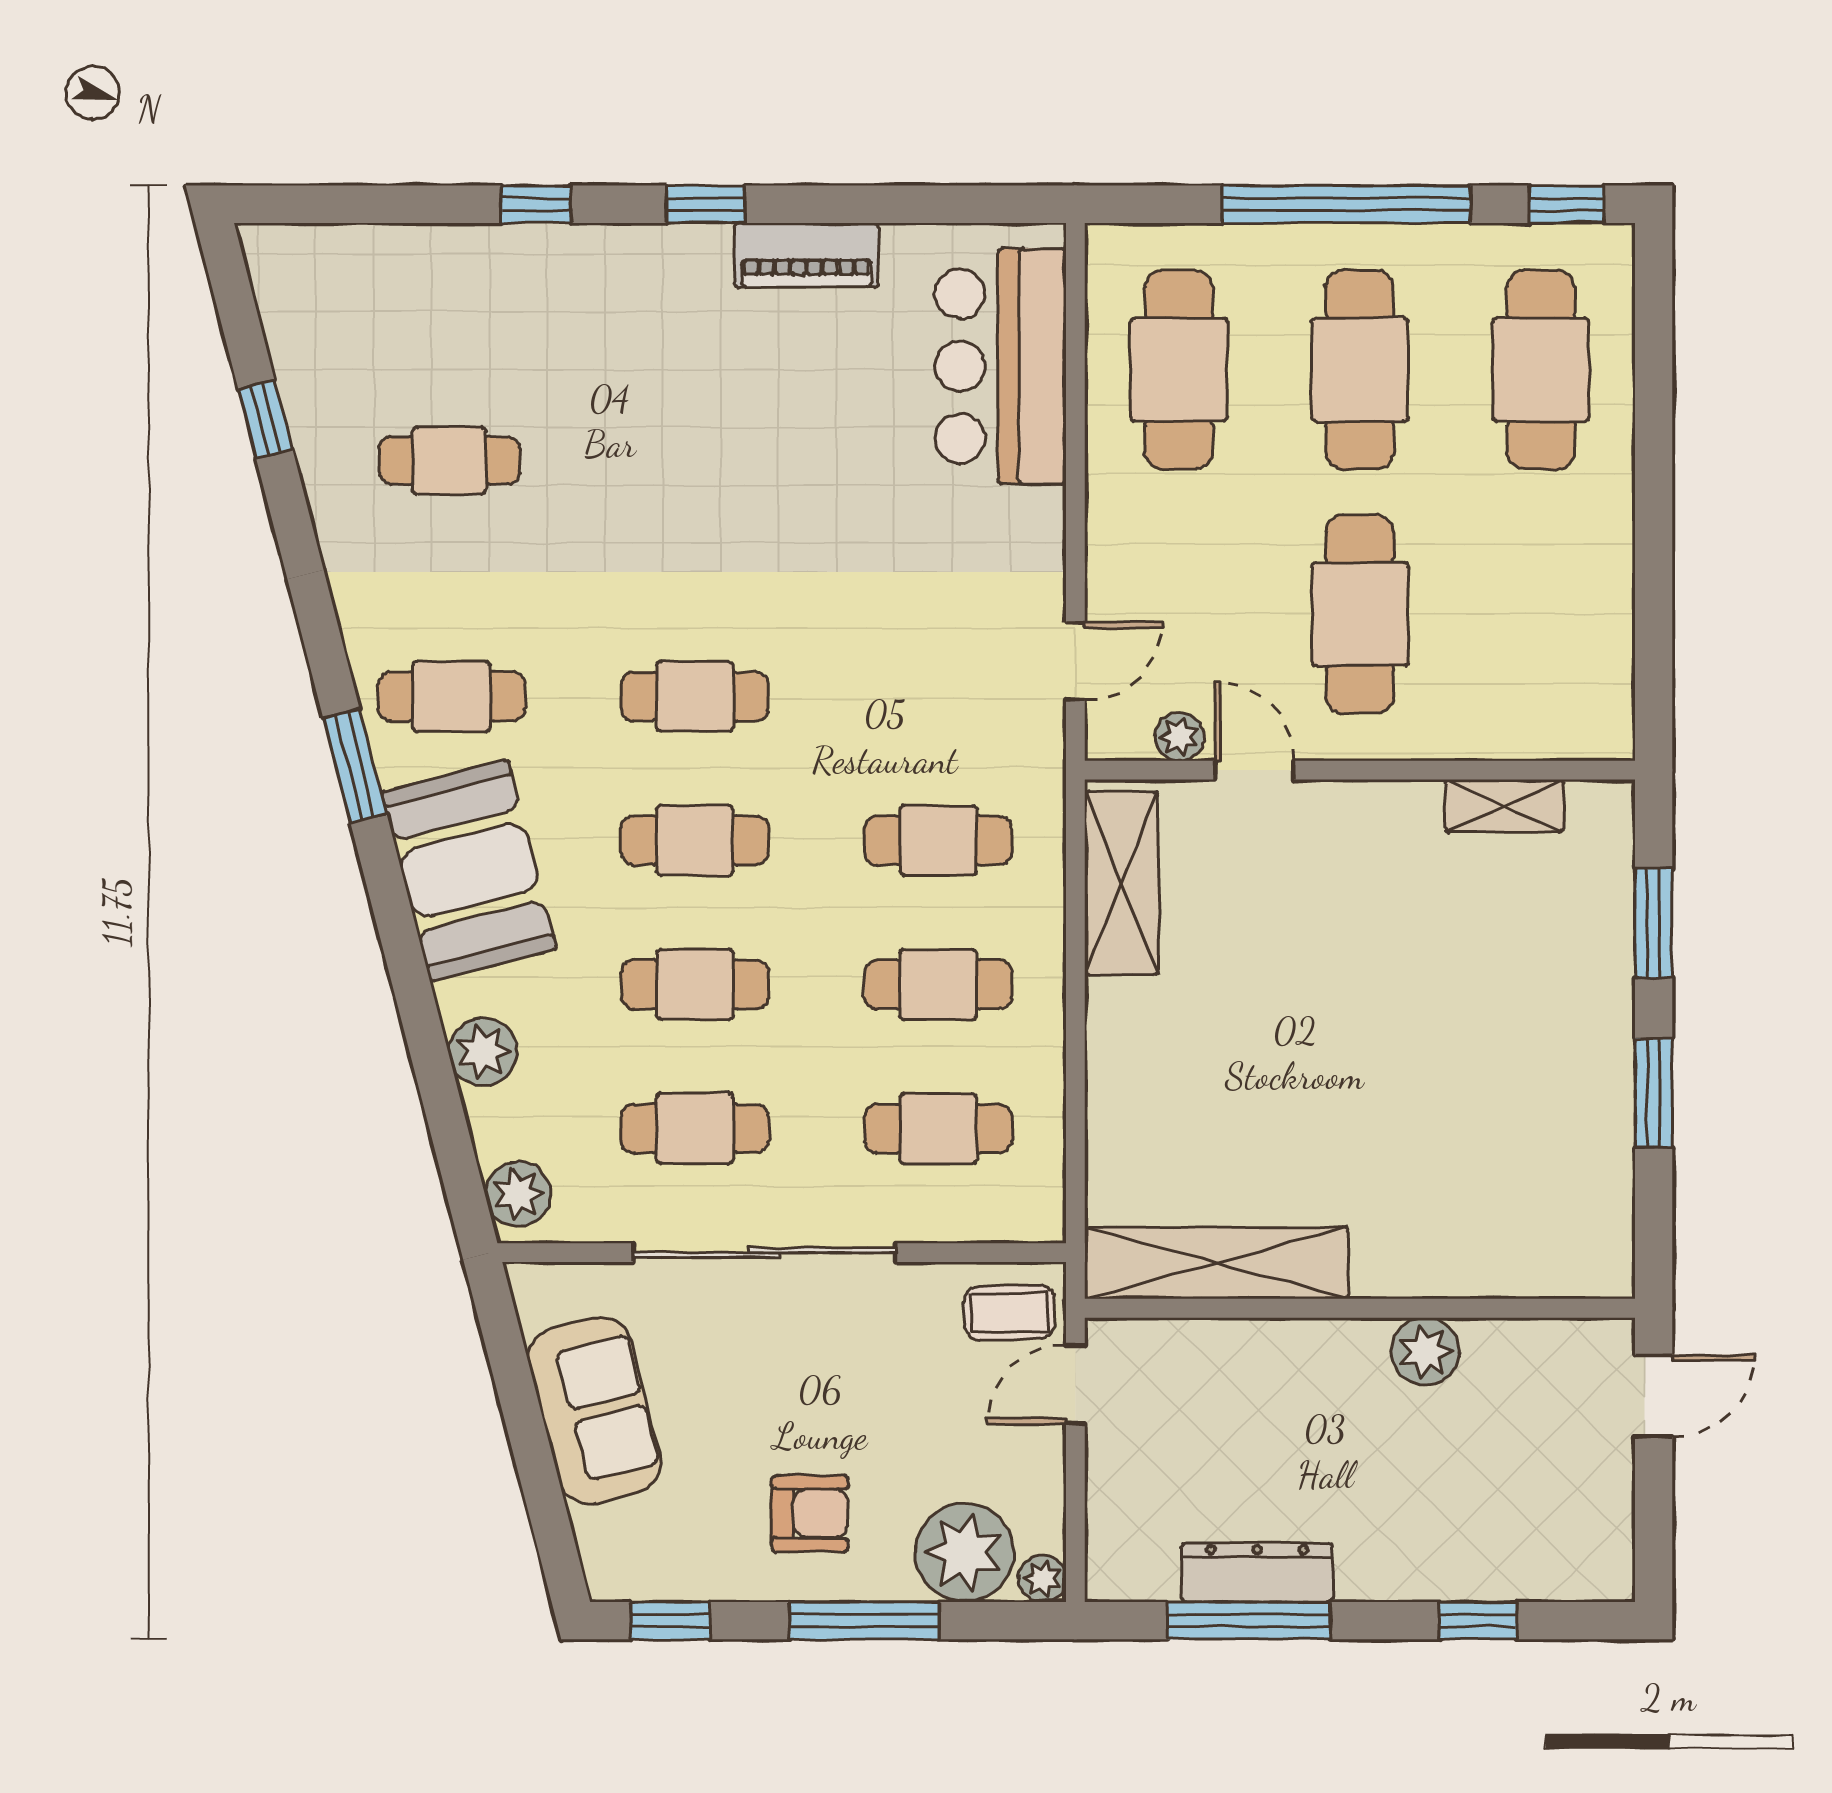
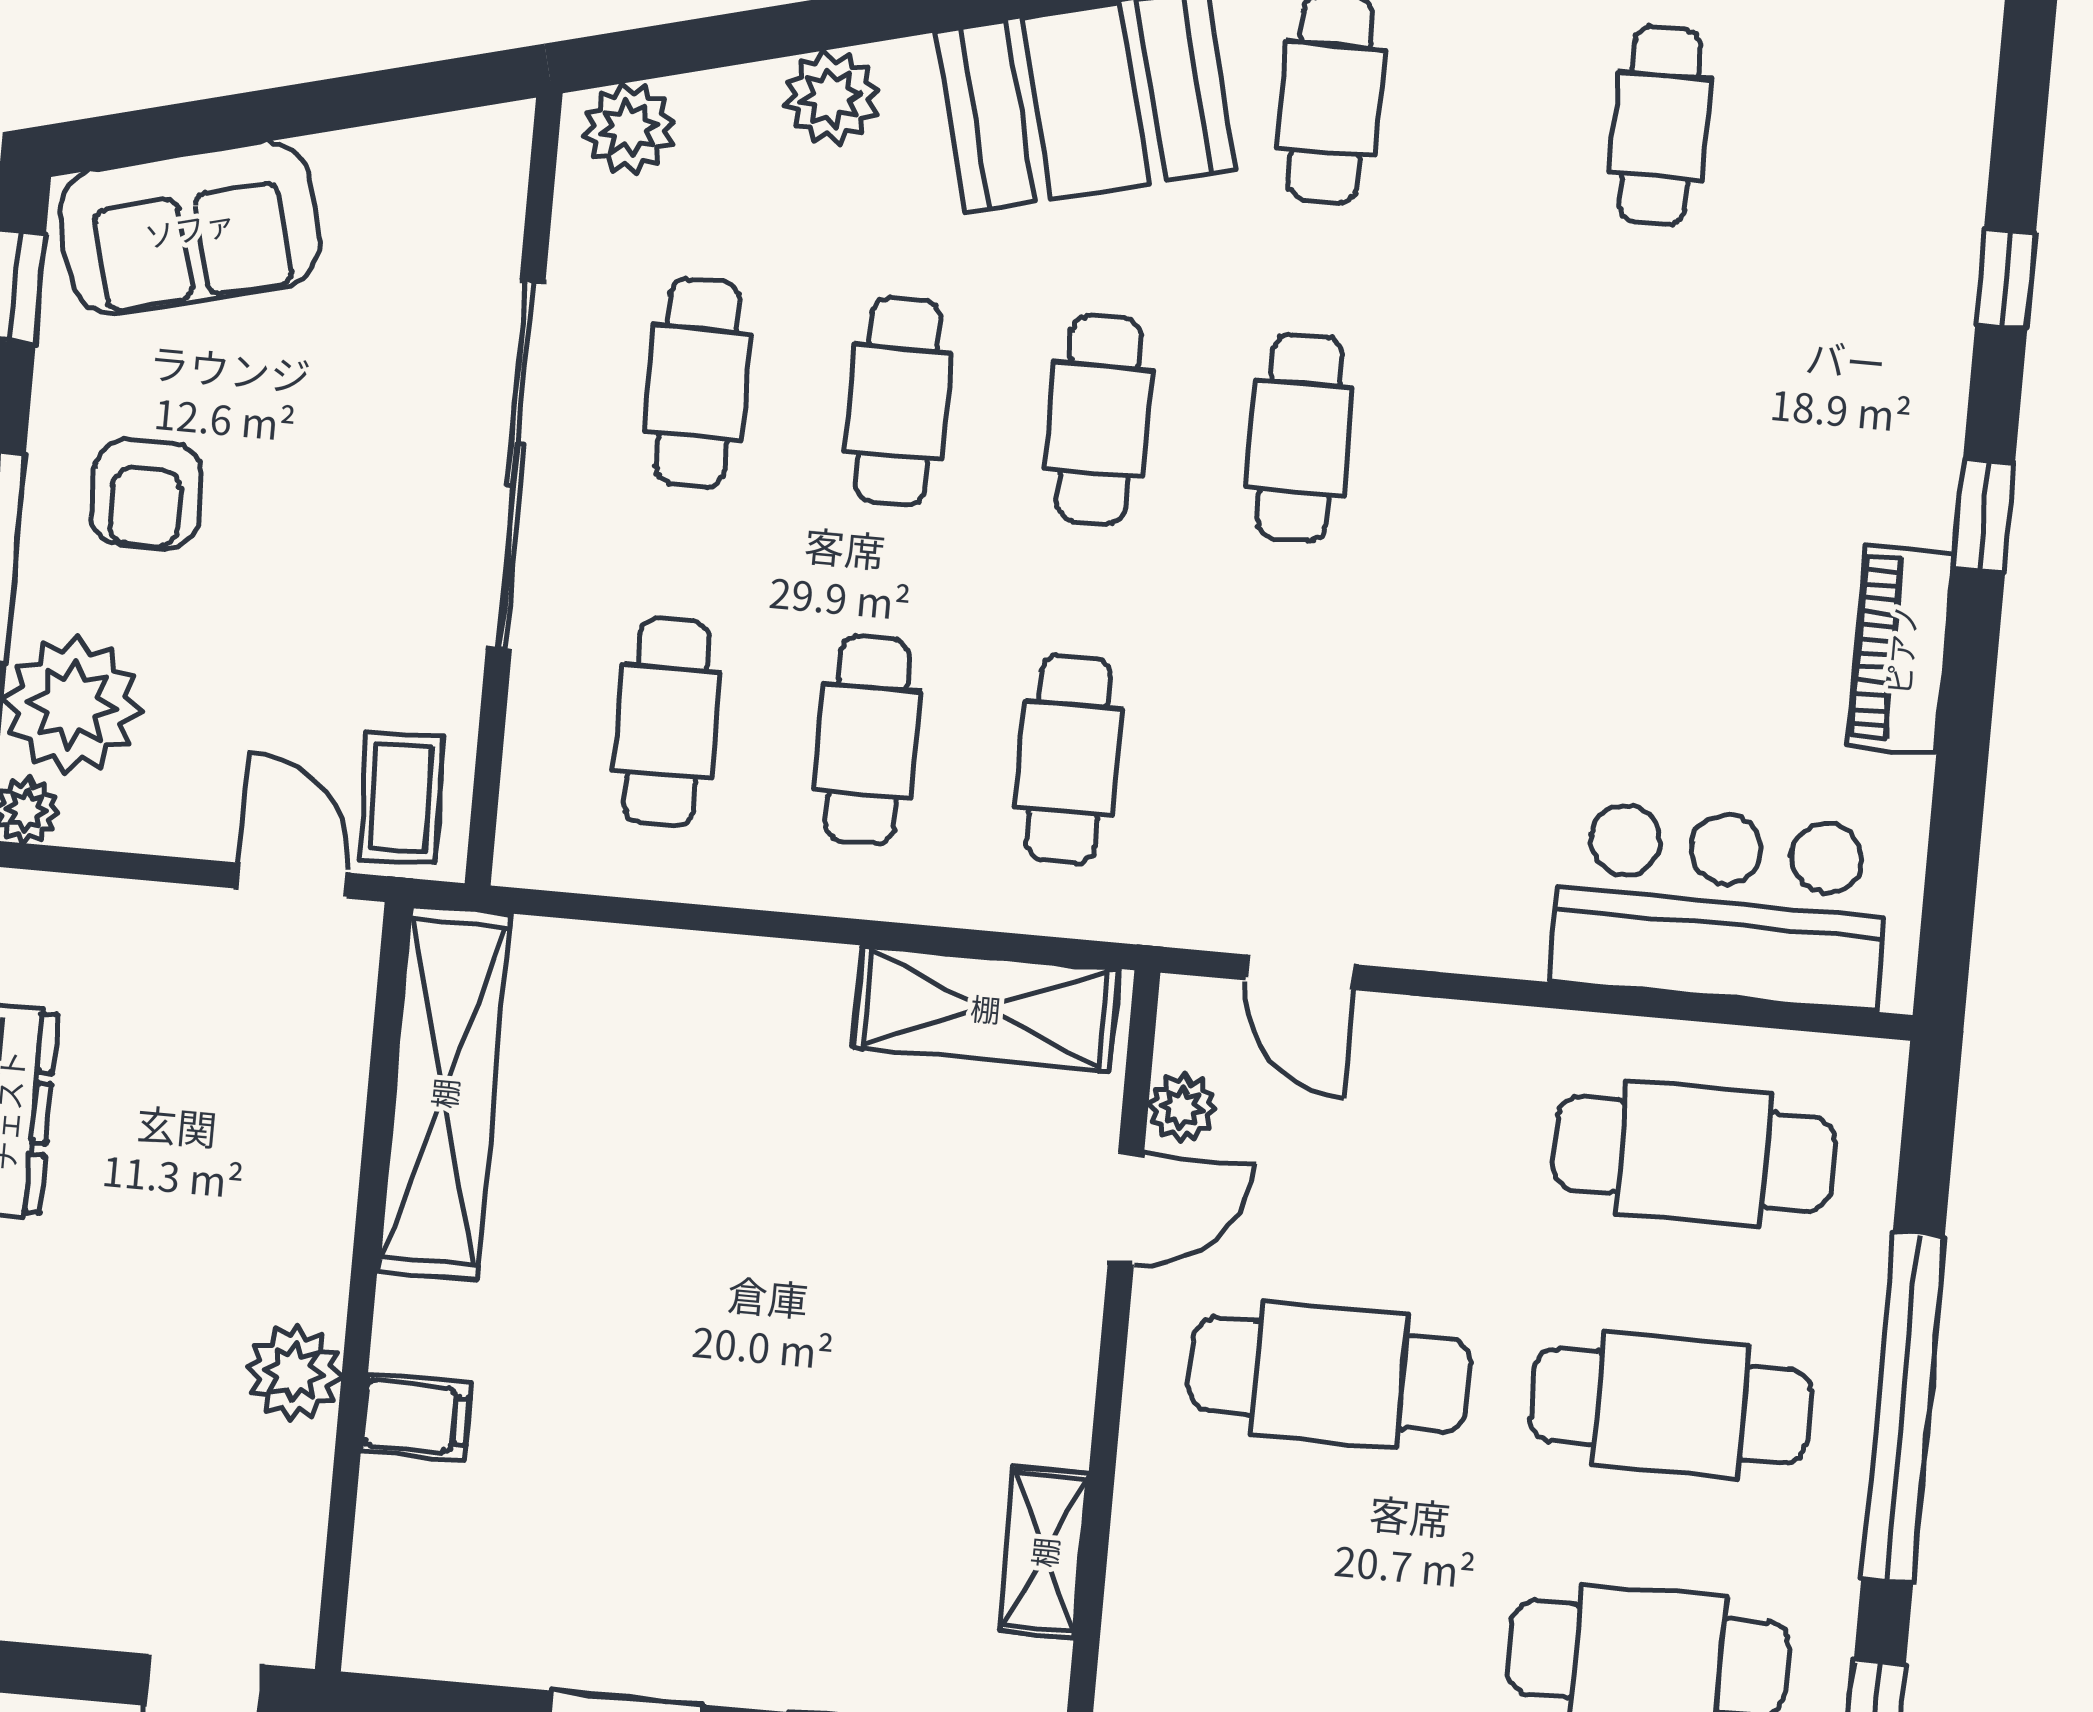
filing cabinet: (1449, 1262) -> (416, 1417), added
sofa: (595, 1411) -> (190, 228), moved

